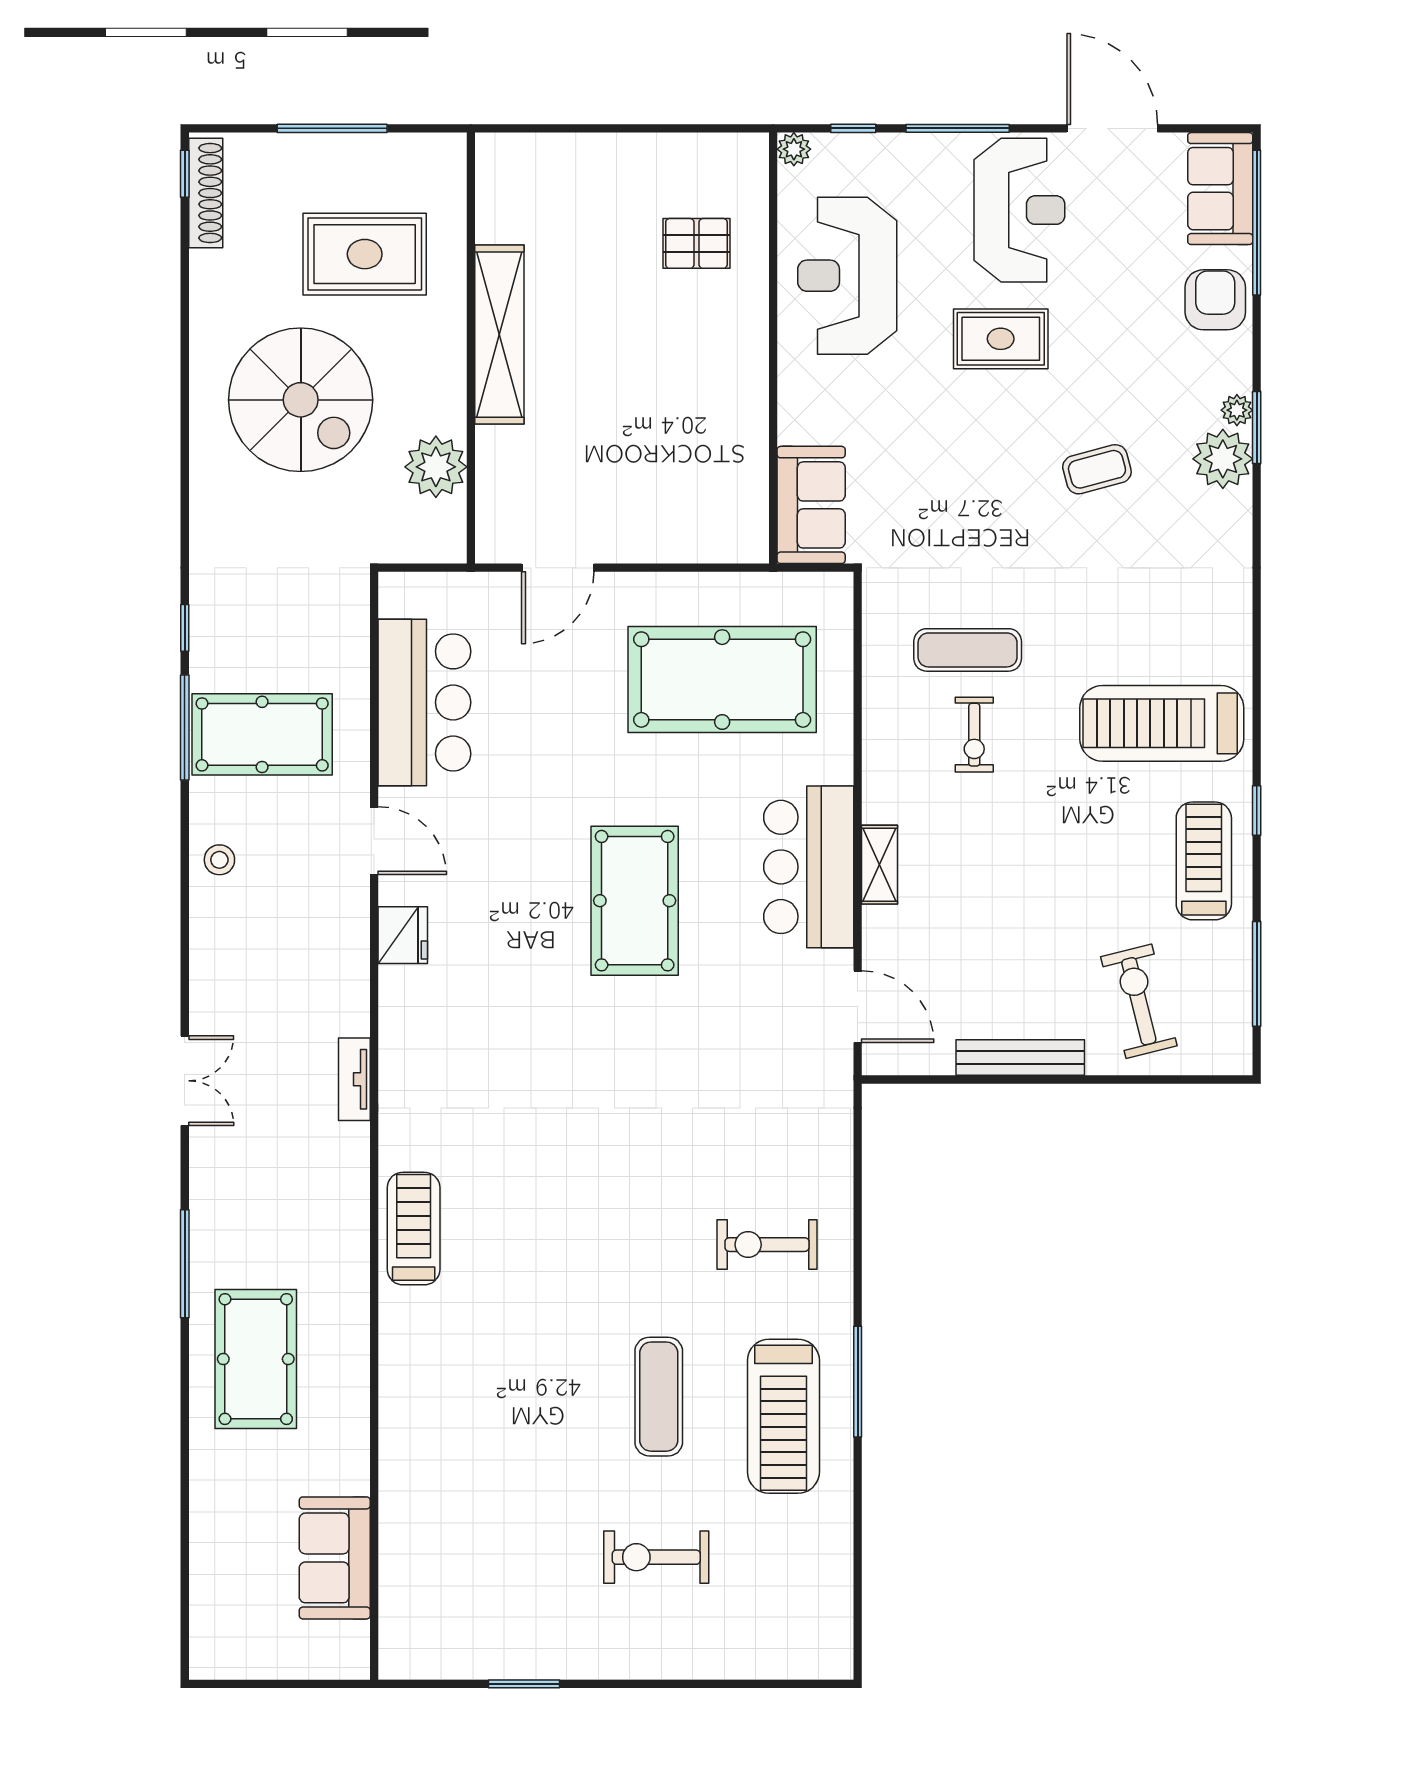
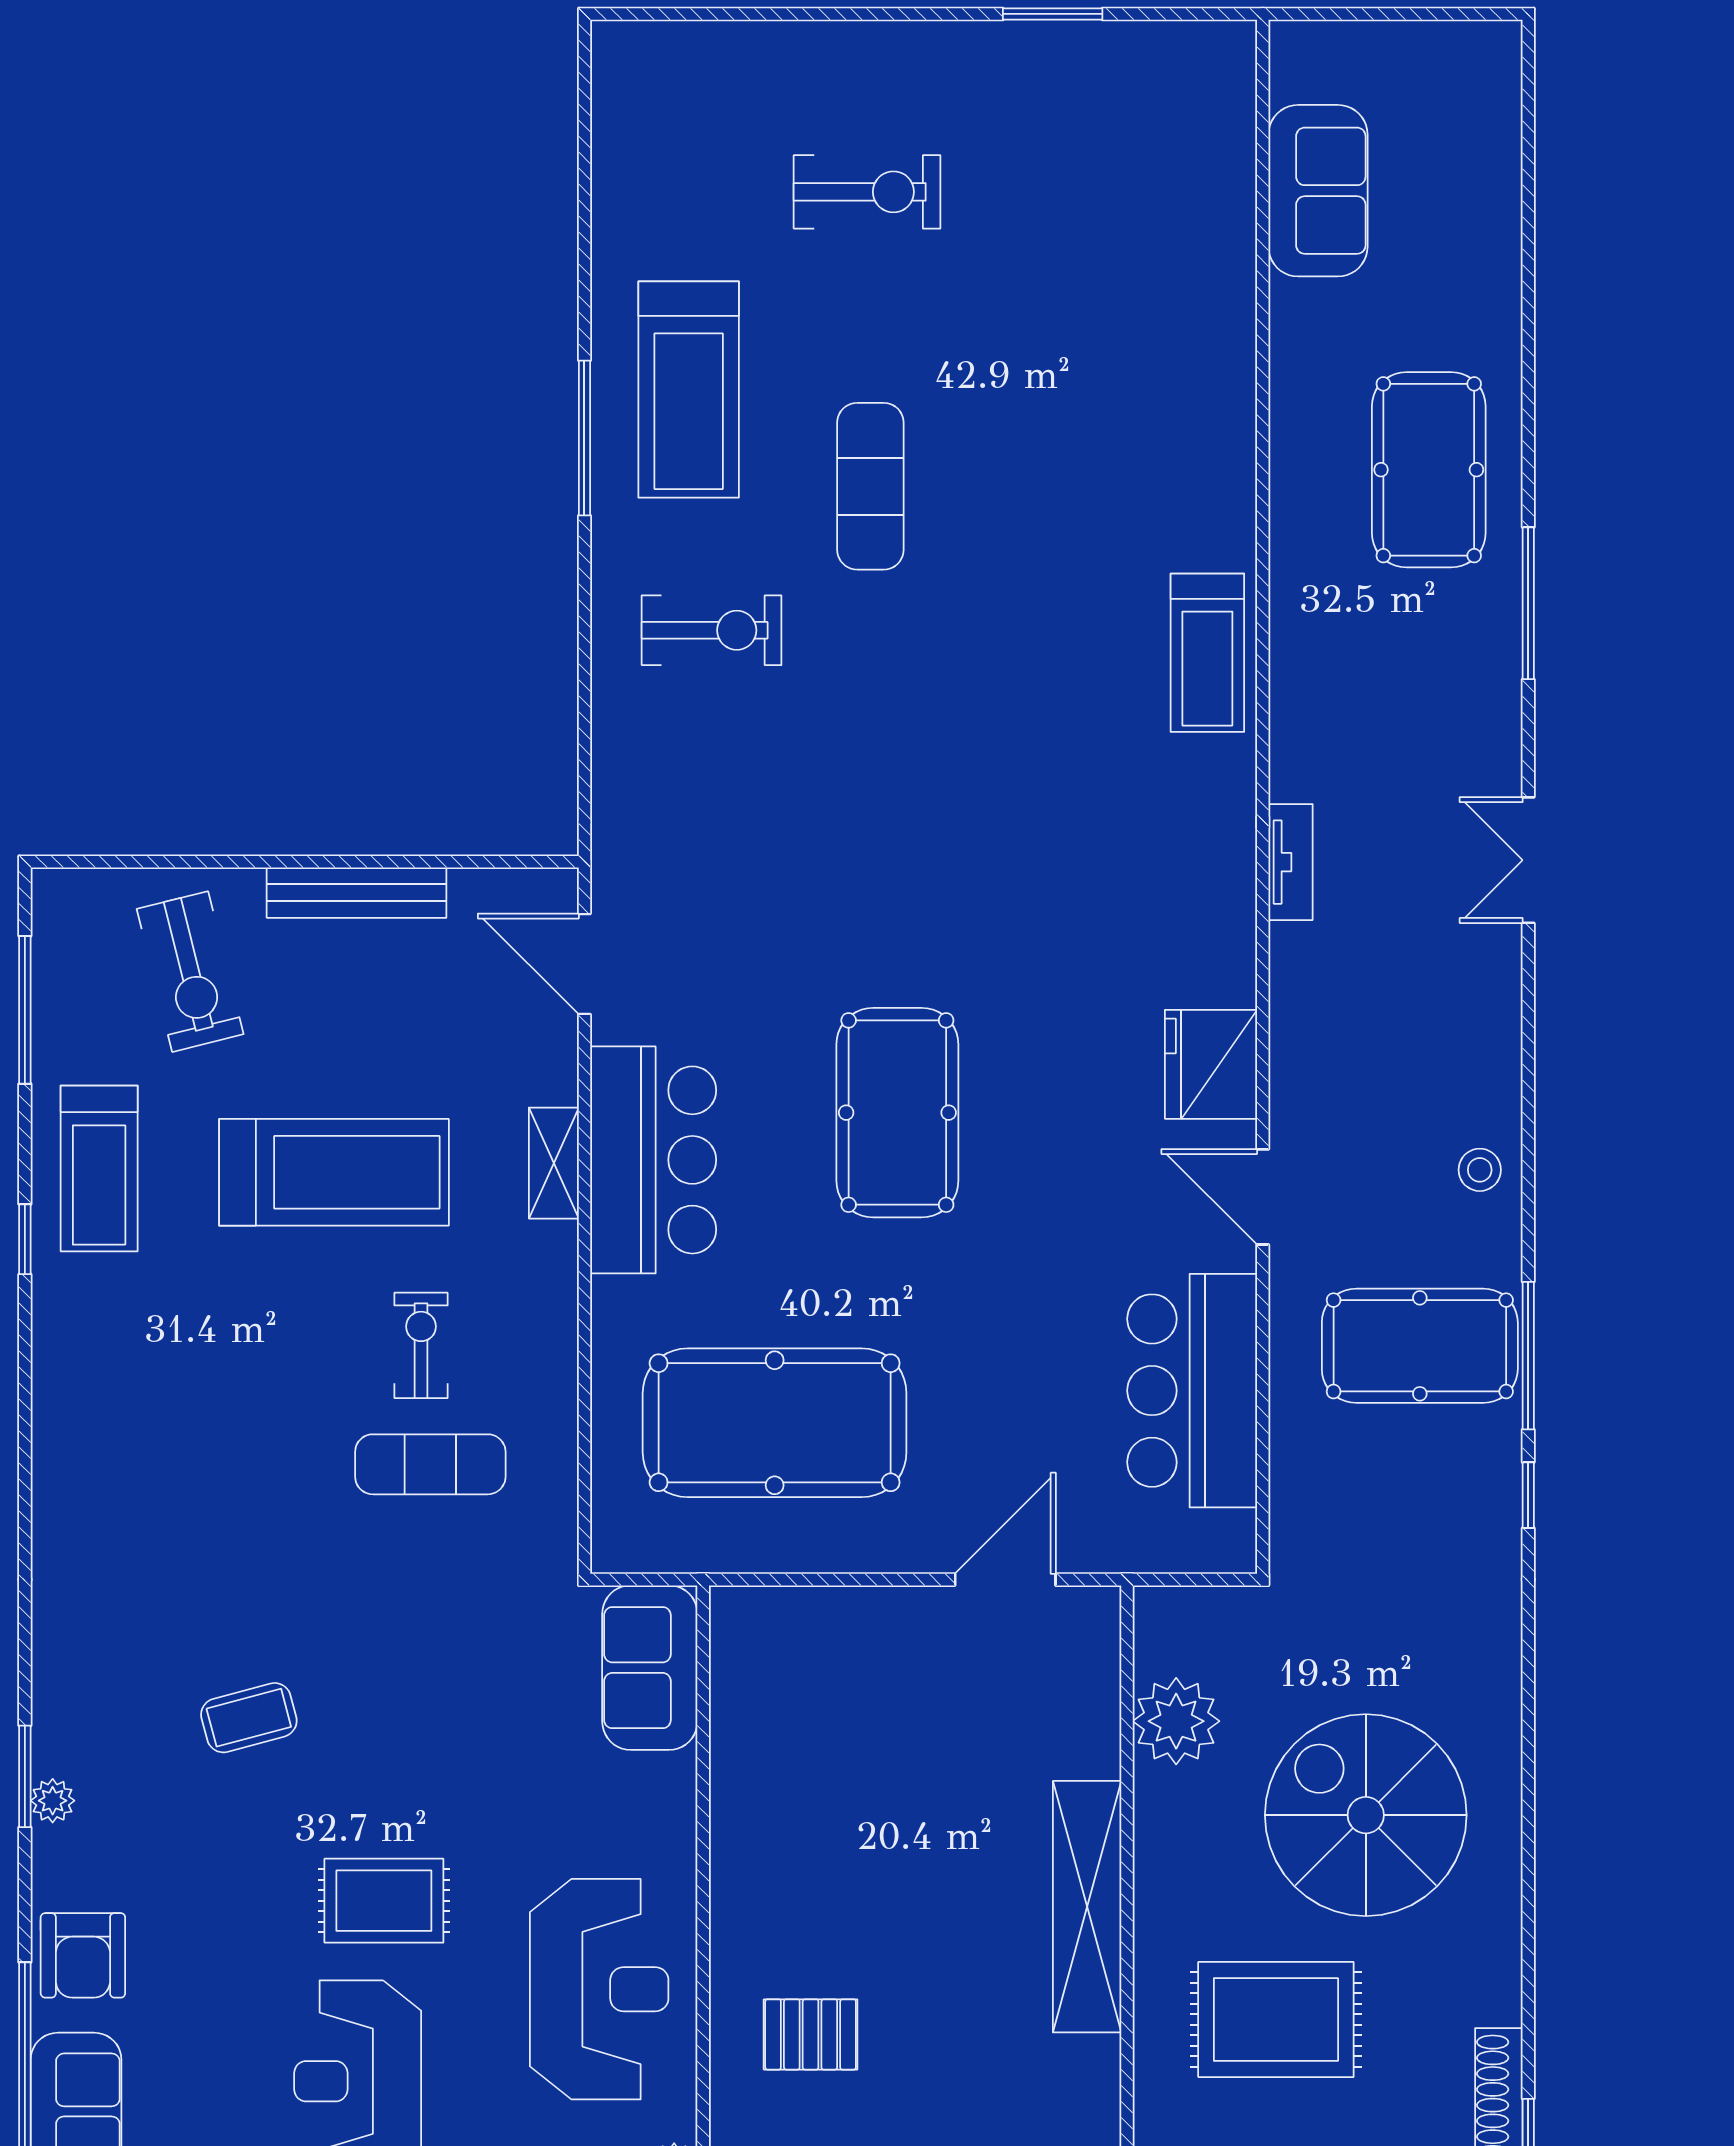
plant: (1223, 459) -> (72, 1732), removed
treadmill: (1162, 723) -> (334, 1172), moved
fridge: (403, 935) -> (1211, 1064), width x1.36, depth x1.34
exercise mat: (659, 1397) -> (870, 486), moved
treadmill: (783, 1416) -> (689, 390), turned 180

